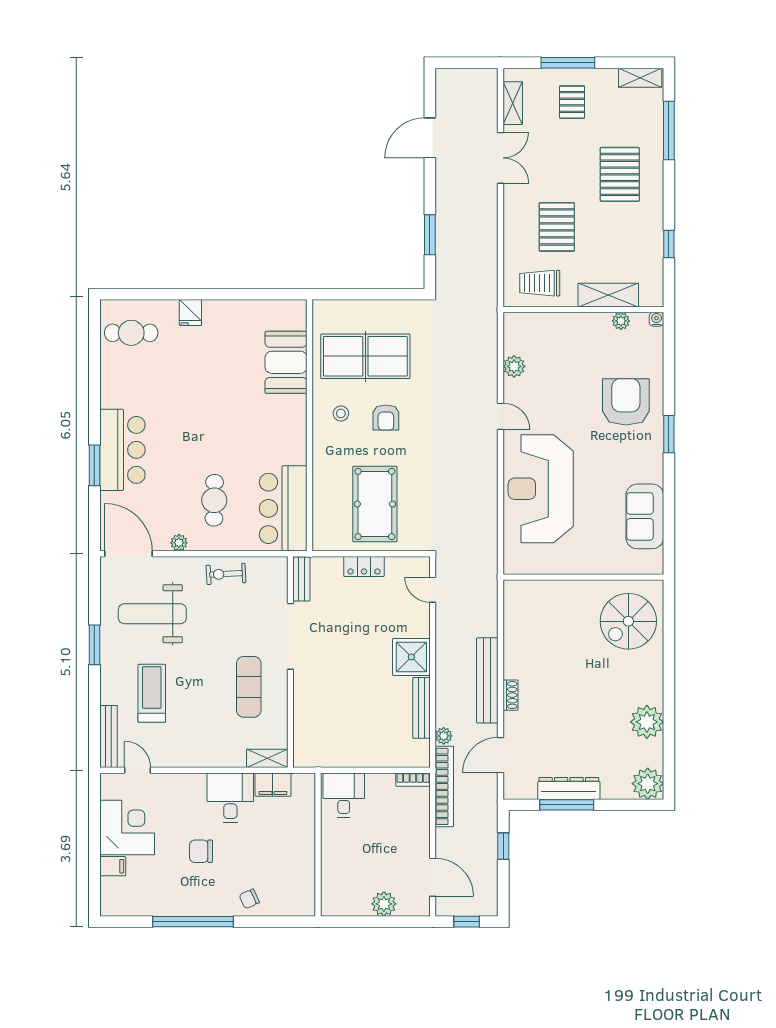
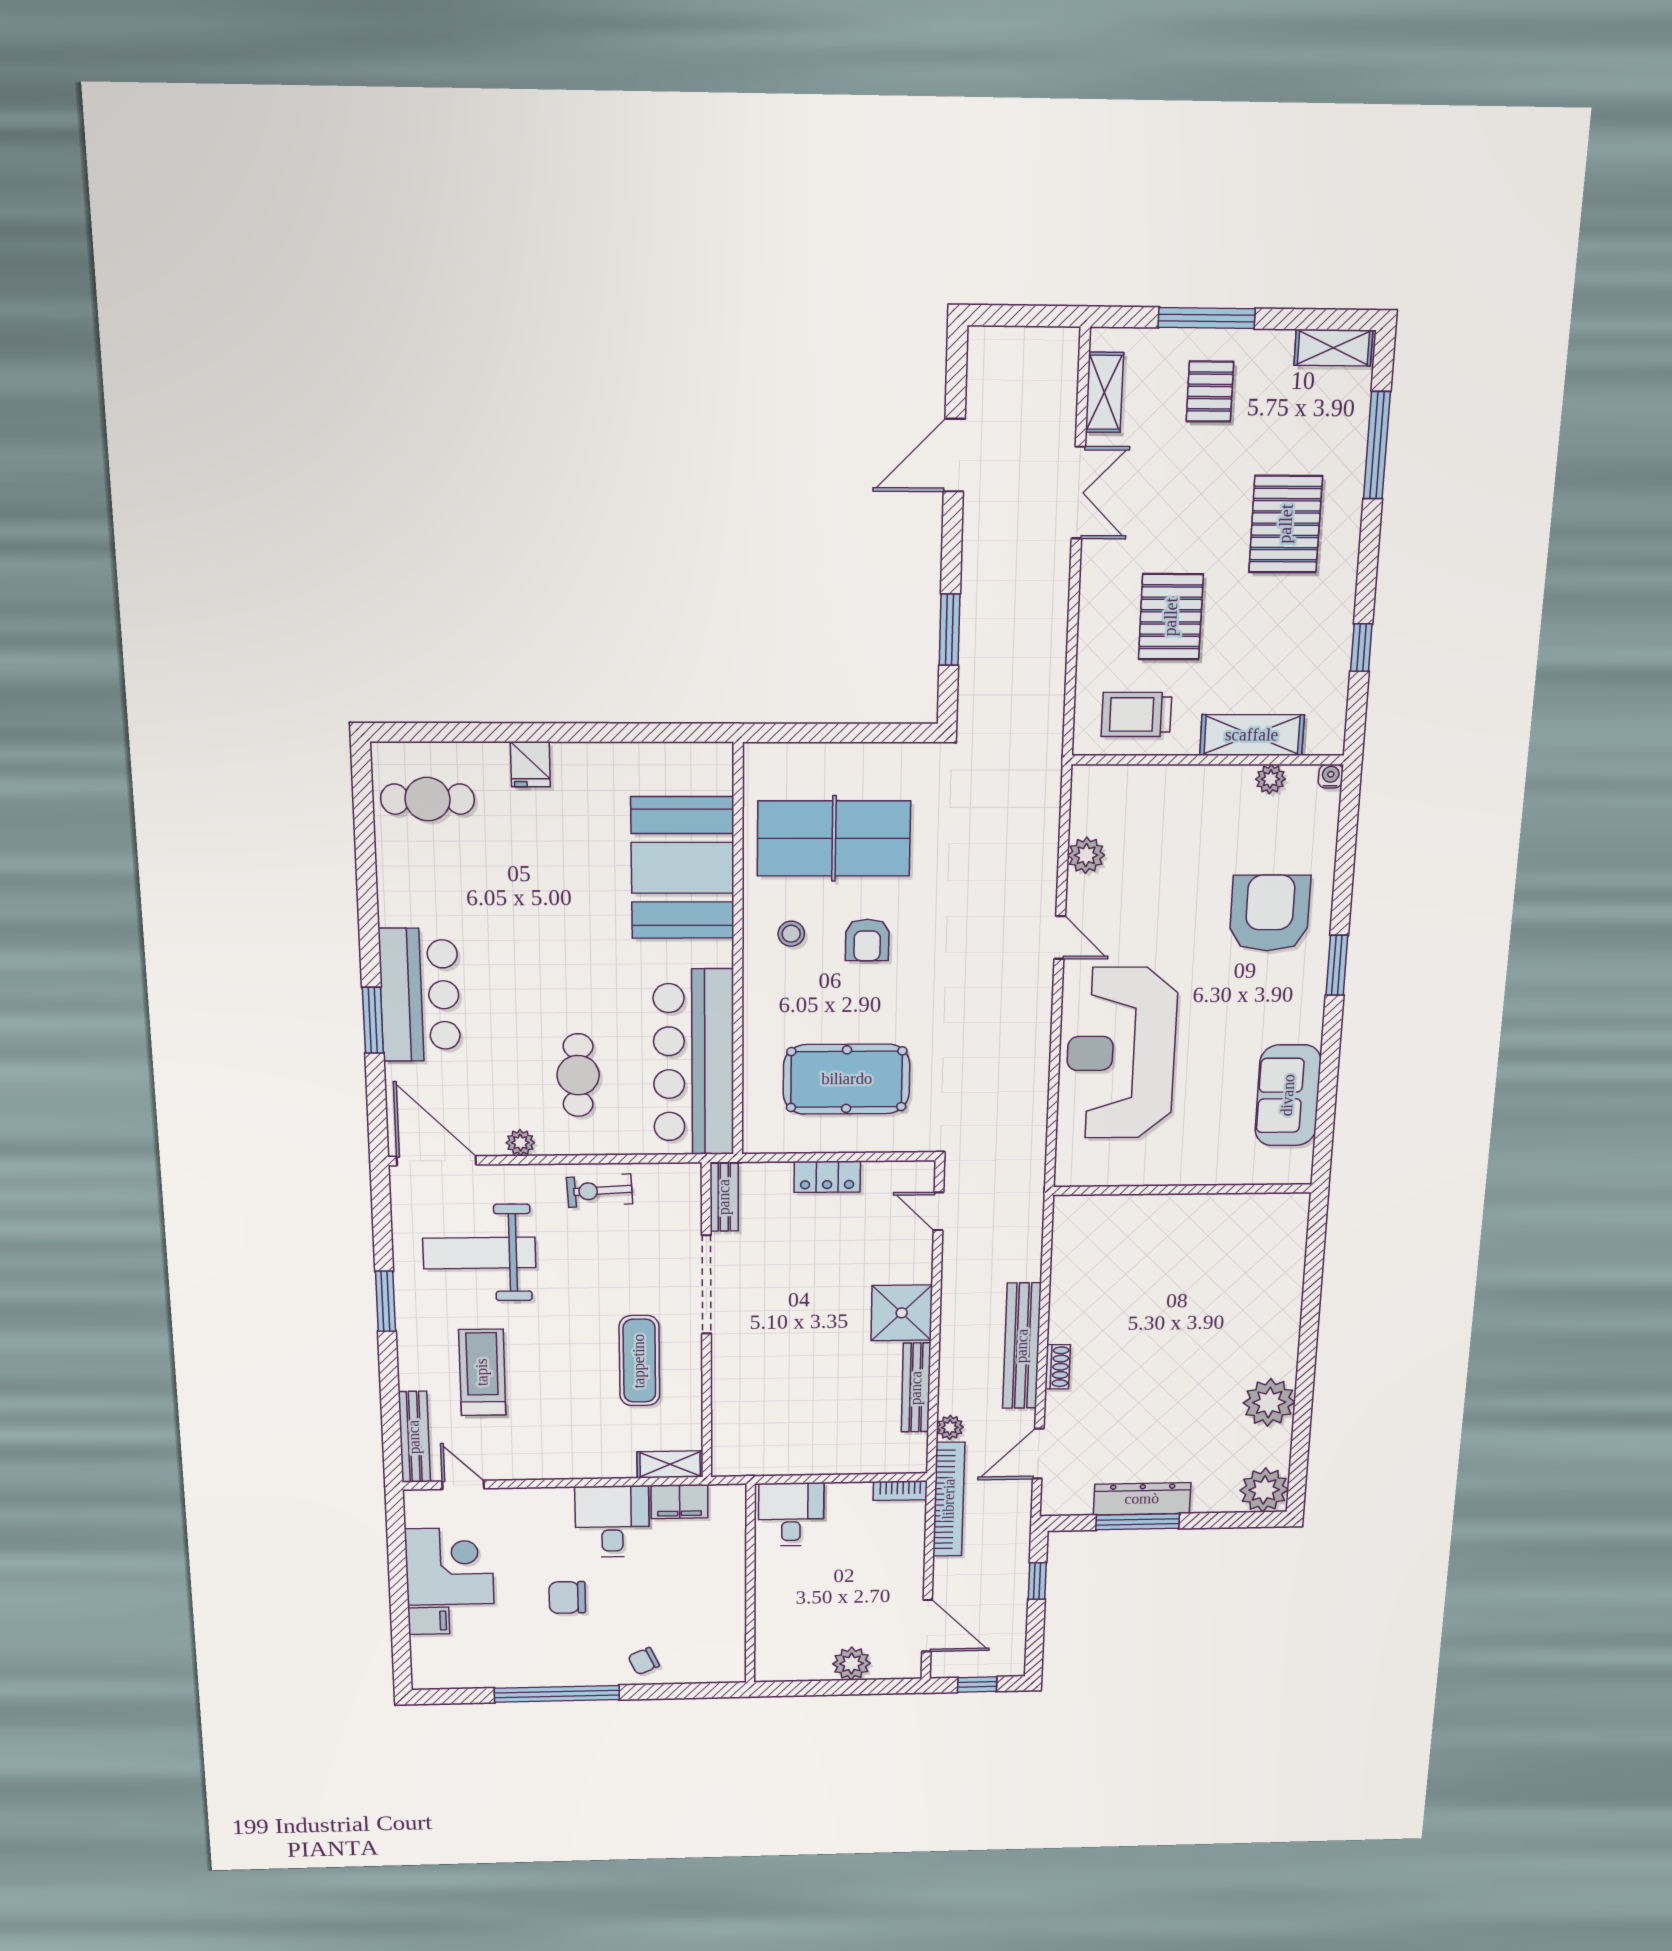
booth: (286, 362) -> (683, 868), width x1.36, depth x1.42
pool table: (375, 504) -> (847, 1079), turned 90
bar counter: (283, 508) -> (694, 1063), width x1.36
spiral stairs: (628, 621) -> (1250, 1255), removed

